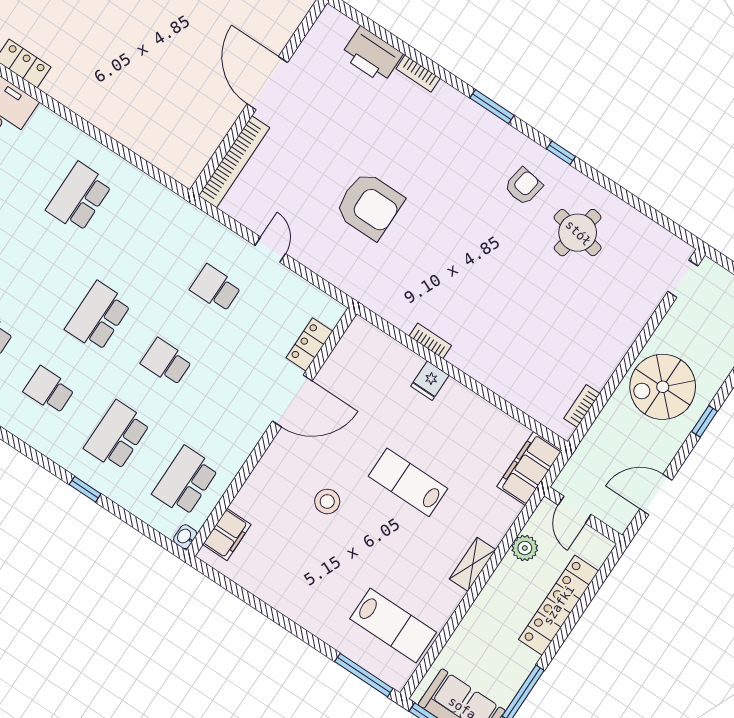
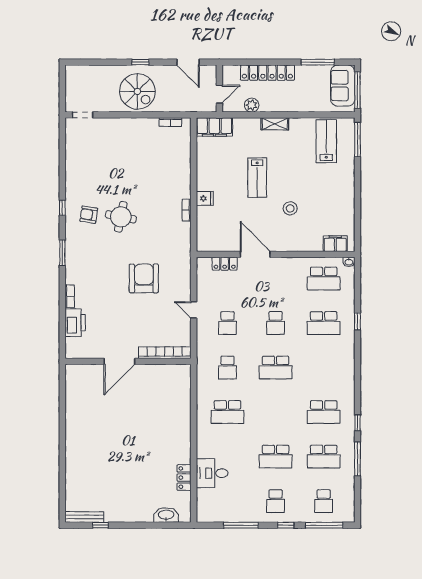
round table: (578, 233) -> (121, 217), moved
door: (270, 250) -> (194, 310), hinge flipped
school desk: (49, 390) -> (227, 368), moved

